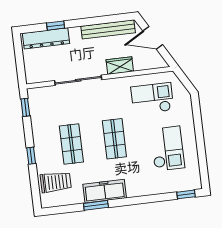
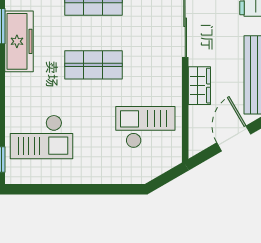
checkout: (152, 99) -> (145, 127), turned -90
checkout: (167, 149) -> (41, 137), moved

